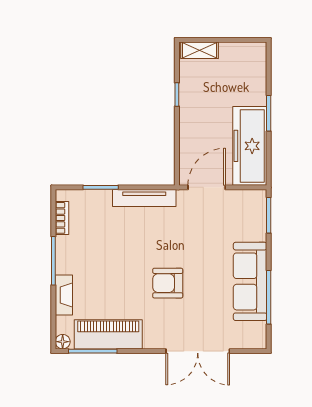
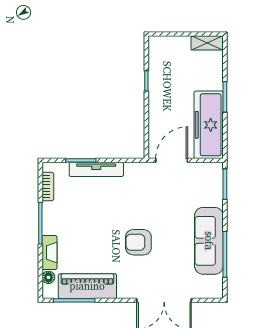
shelving: (199, 50) -> (207, 43), moved
tv unit: (144, 198) -> (96, 169), moved
floor lamp: (63, 342) -> (48, 277), moved

